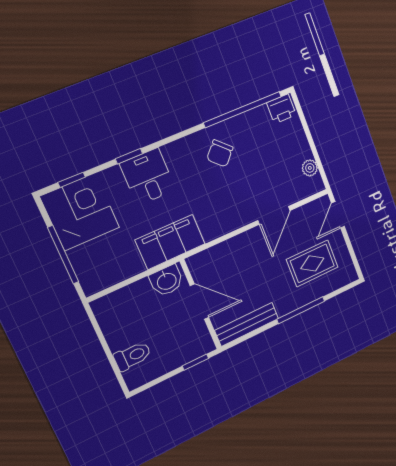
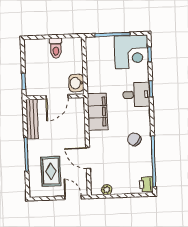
filing cabinet: (170, 242) -> (97, 112), moved
toilet: (133, 356) -> (56, 48), moved

